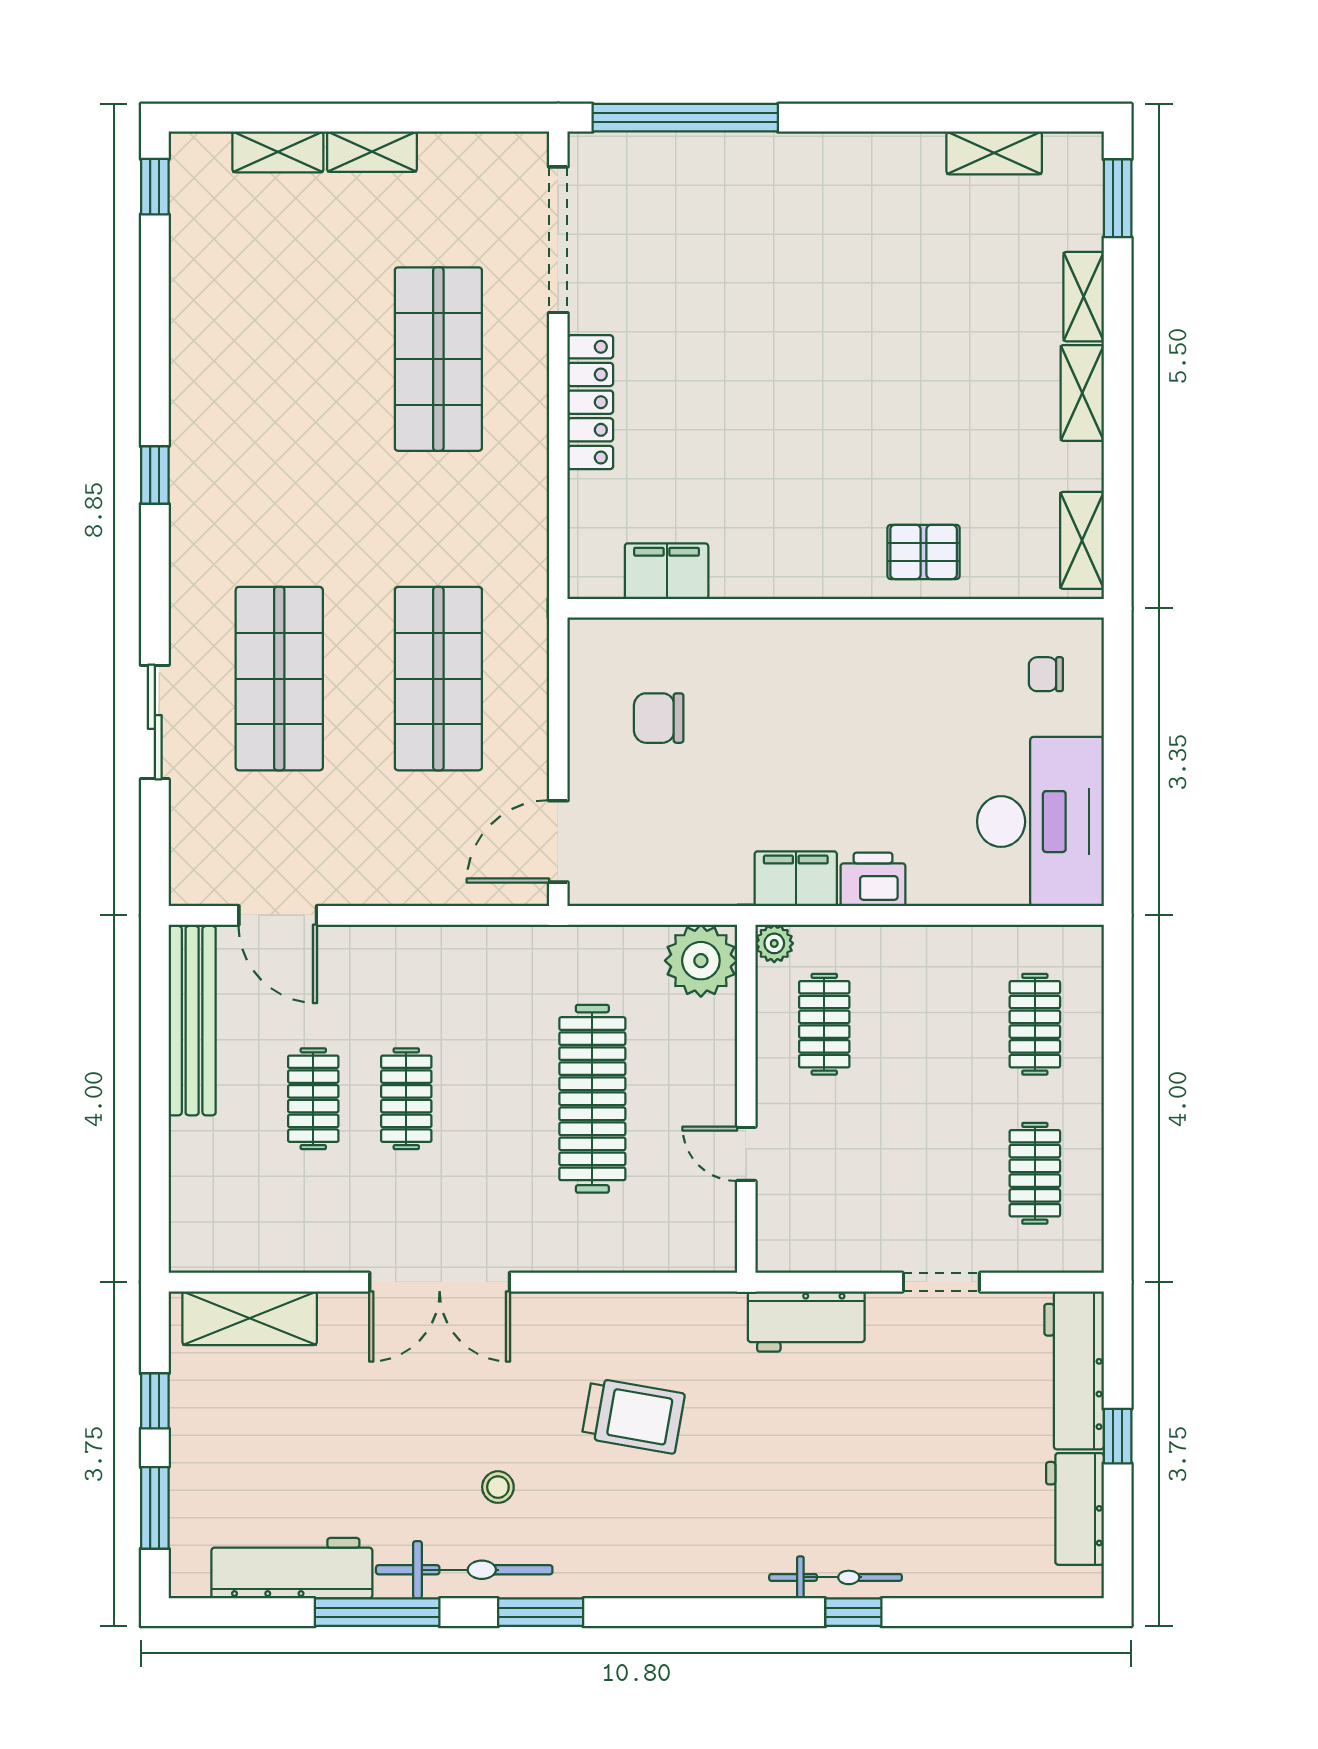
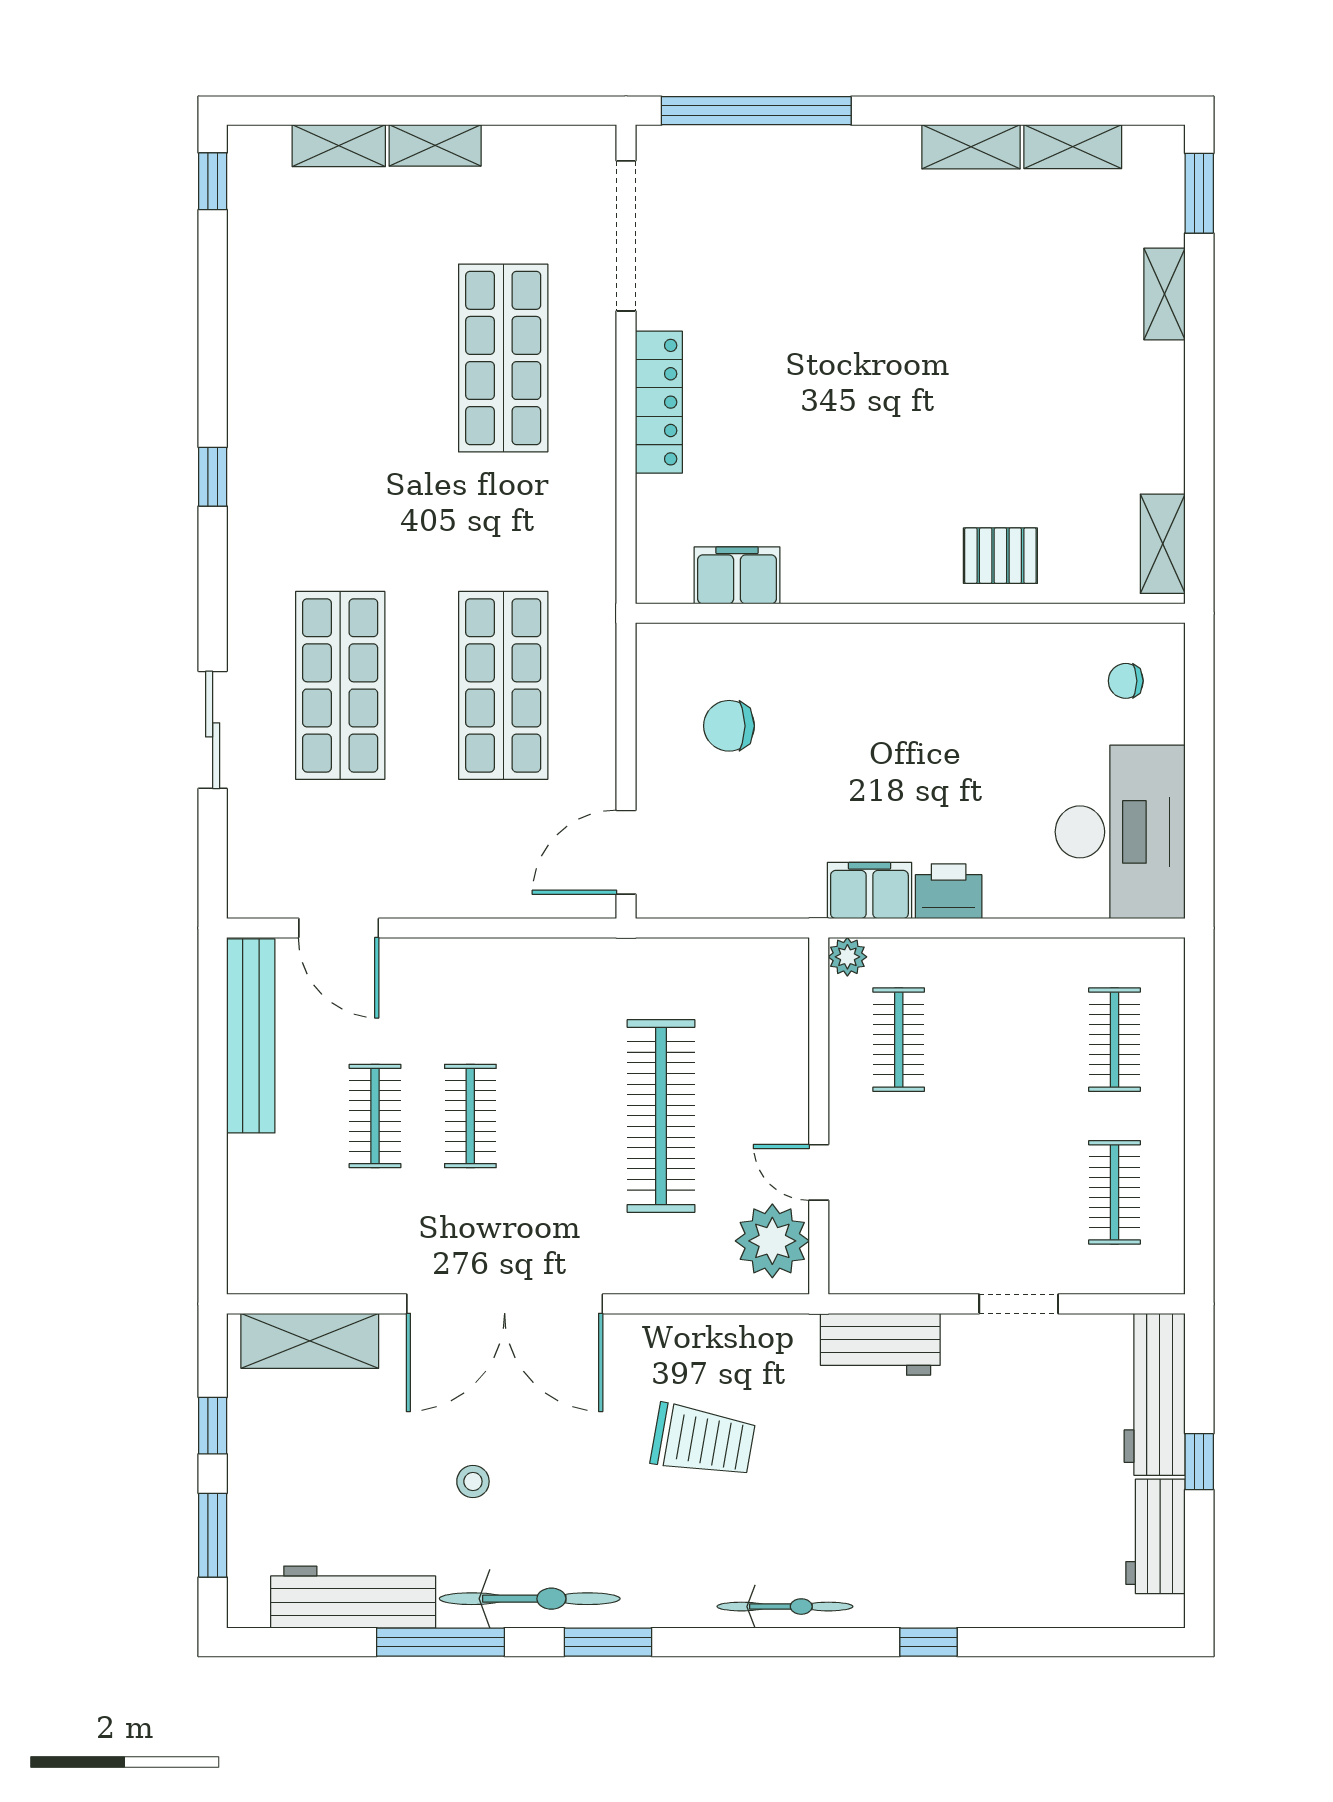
shelving: (1082, 393) -> (971, 147), moved, turned 90
plant: (701, 961) -> (772, 1241), moved
double door: (440, 1282) -> (505, 1304), width x1.36
stool: (498, 1487) -> (473, 1481), moved
bicycle: (835, 1577) -> (785, 1607), moved

